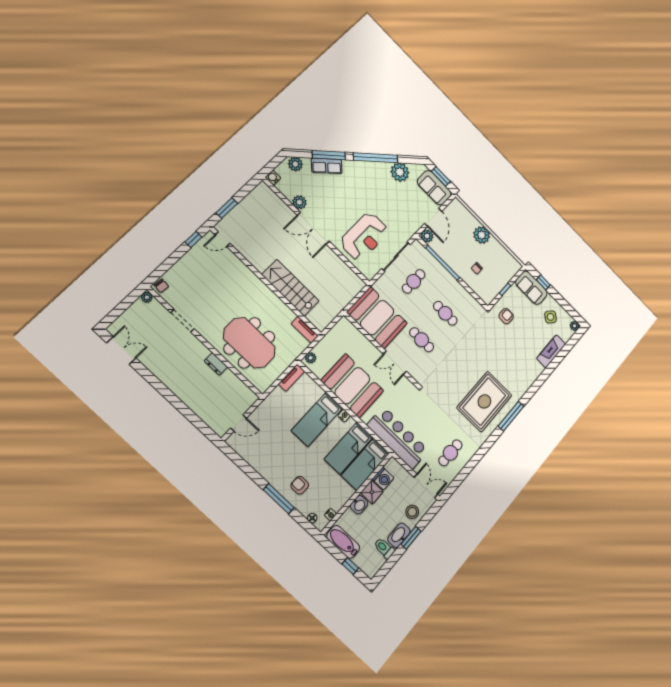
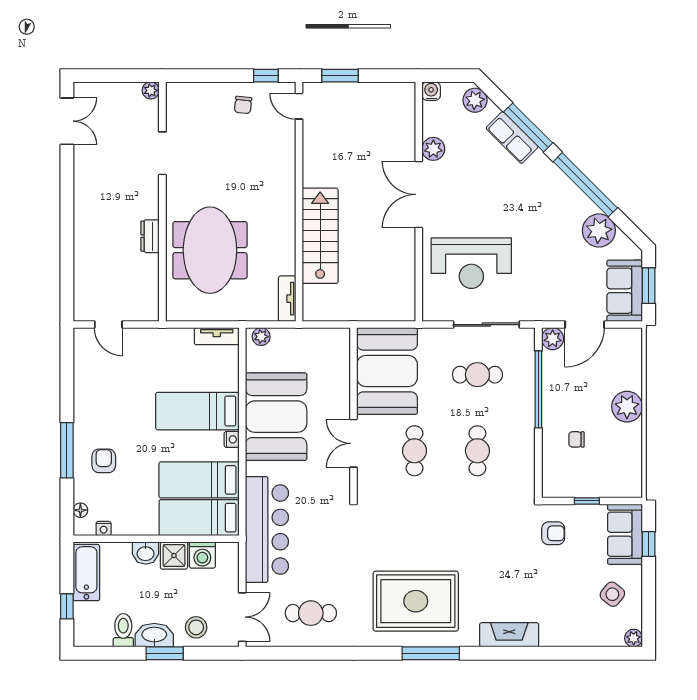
chair: (161, 286) -> (243, 105), moved
fireplace: (551, 351) -> (509, 635), moved

